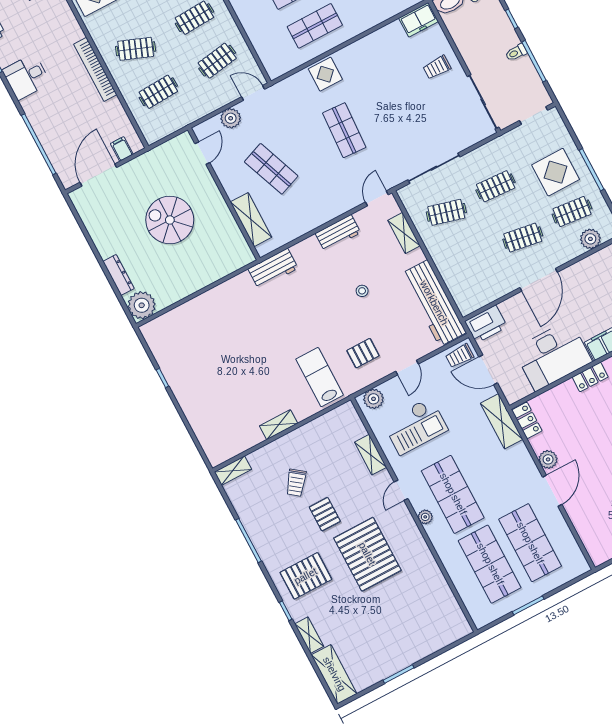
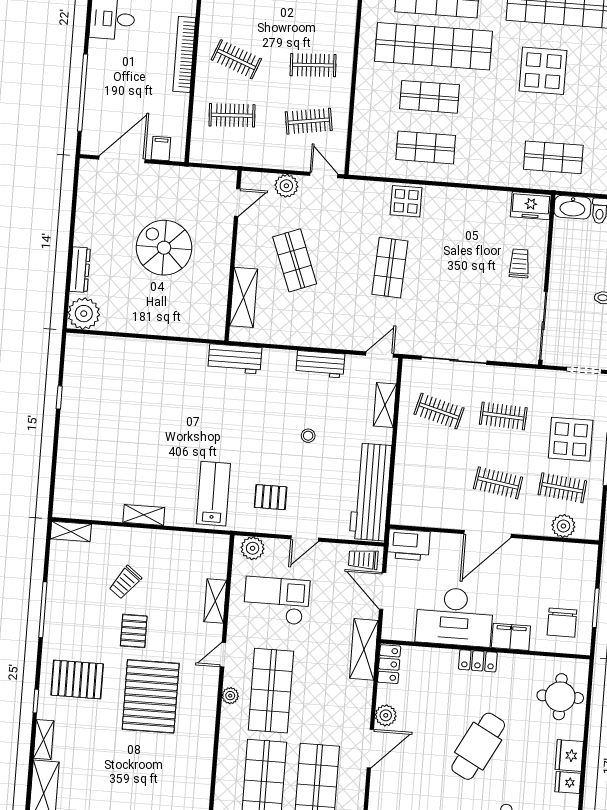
trolley: (437, 67) -> (519, 263), turned 90
checkout: (415, 426) -> (277, 601), turned 180

